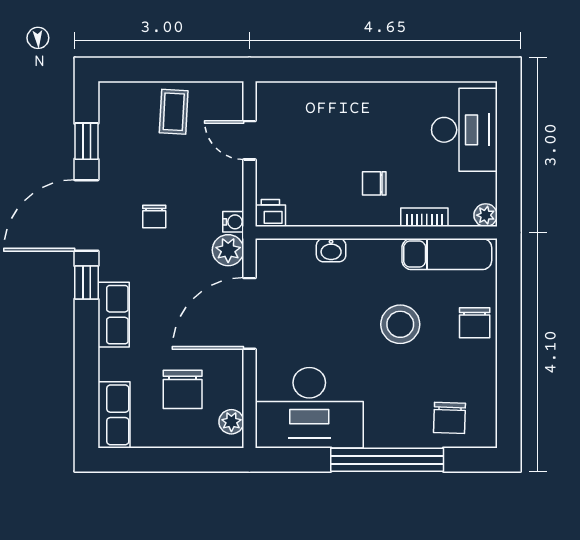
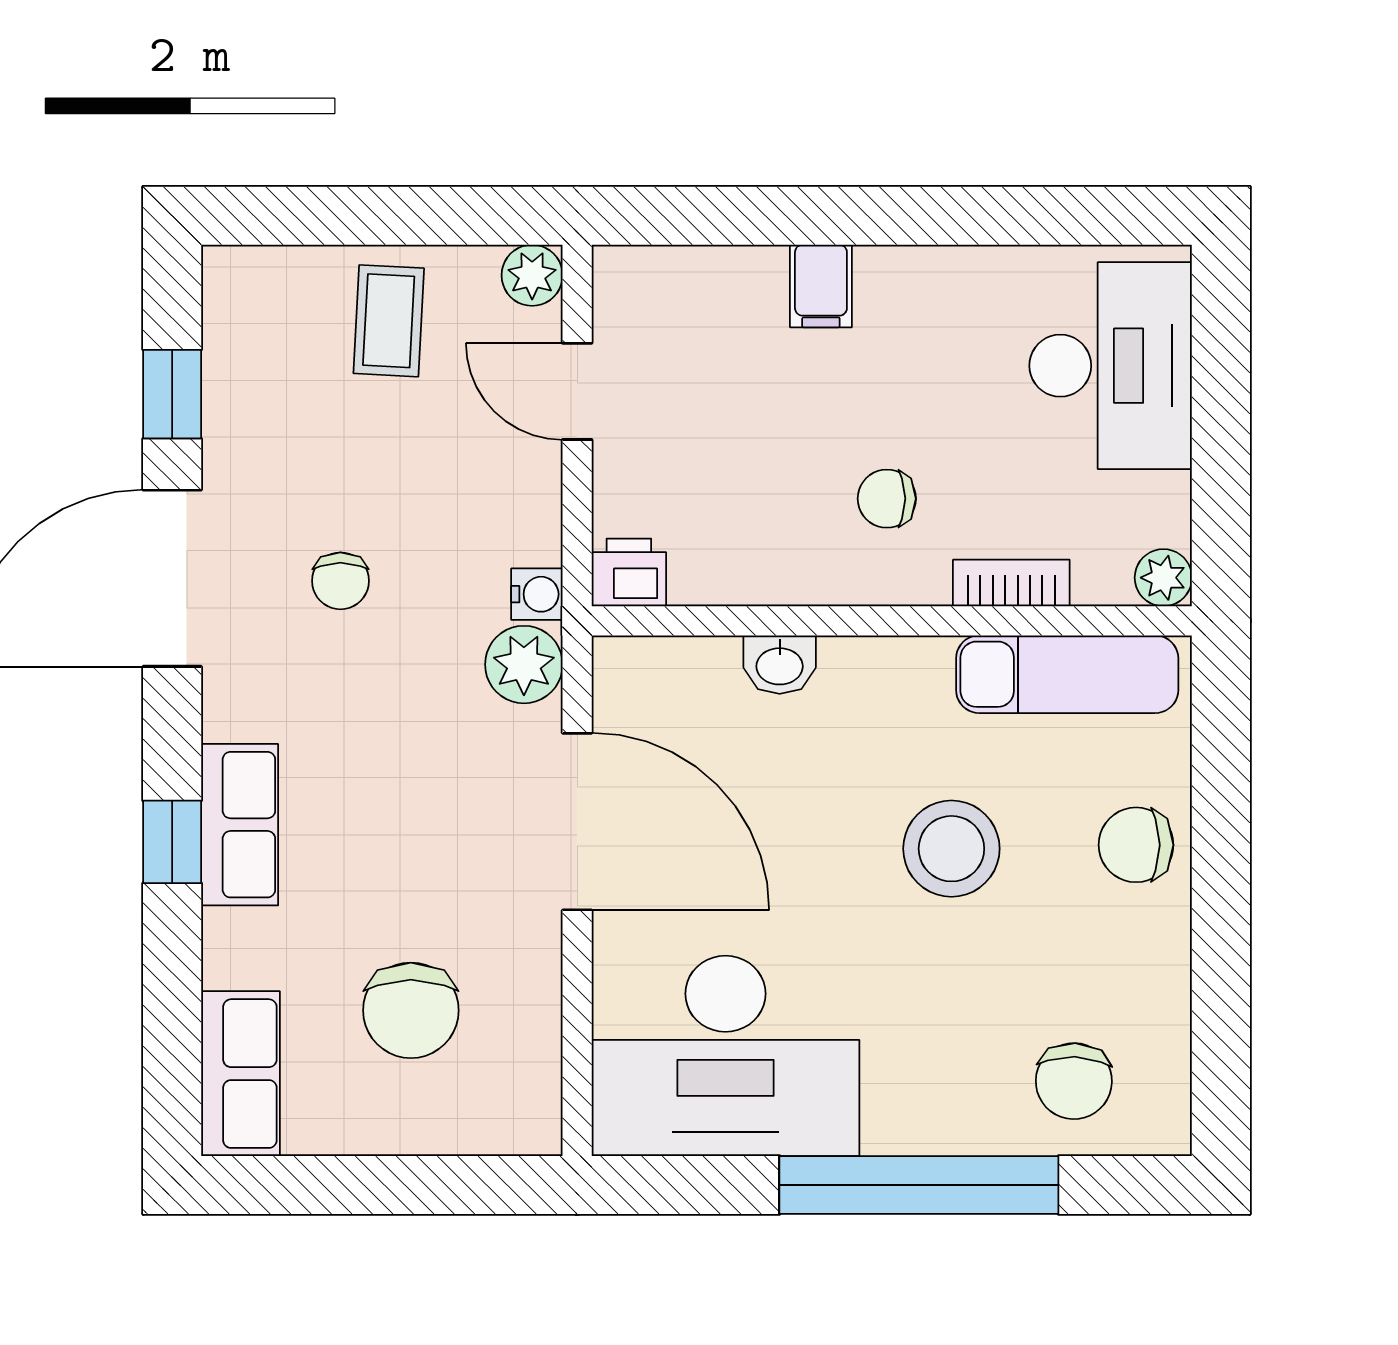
filing cabinet: (348, 98) -> (821, 286), added
window: (86, 282) -> (172, 842), moved
door: (250, 313) -> (577, 822), swing flipped
chair: (475, 323) -> (1136, 845), turned 90
plant: (231, 422) -> (532, 275), moved

